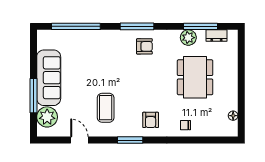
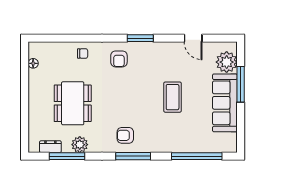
coffee table: (106, 108) -> (173, 97), moved
armchair: (151, 120) -> (119, 59), turned 180

